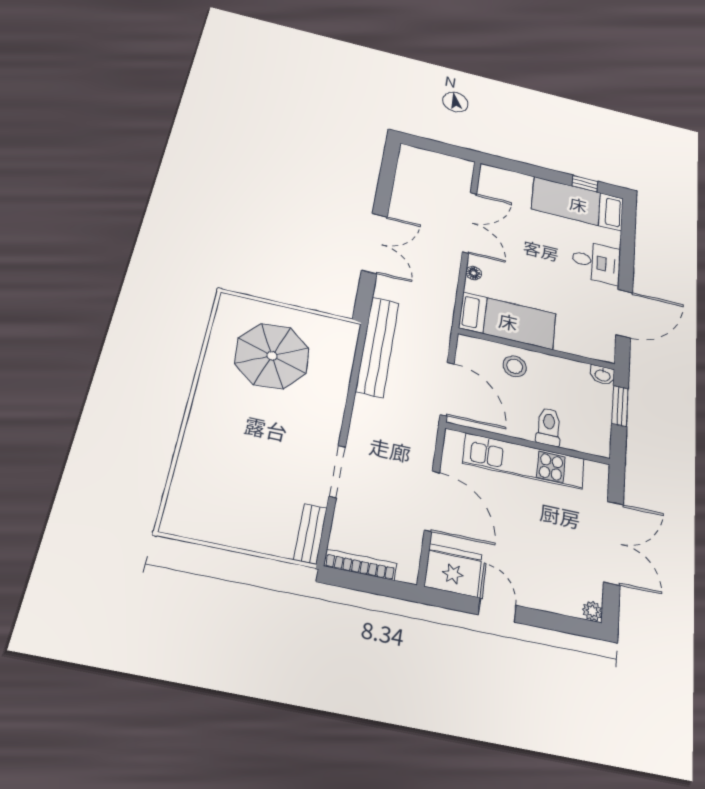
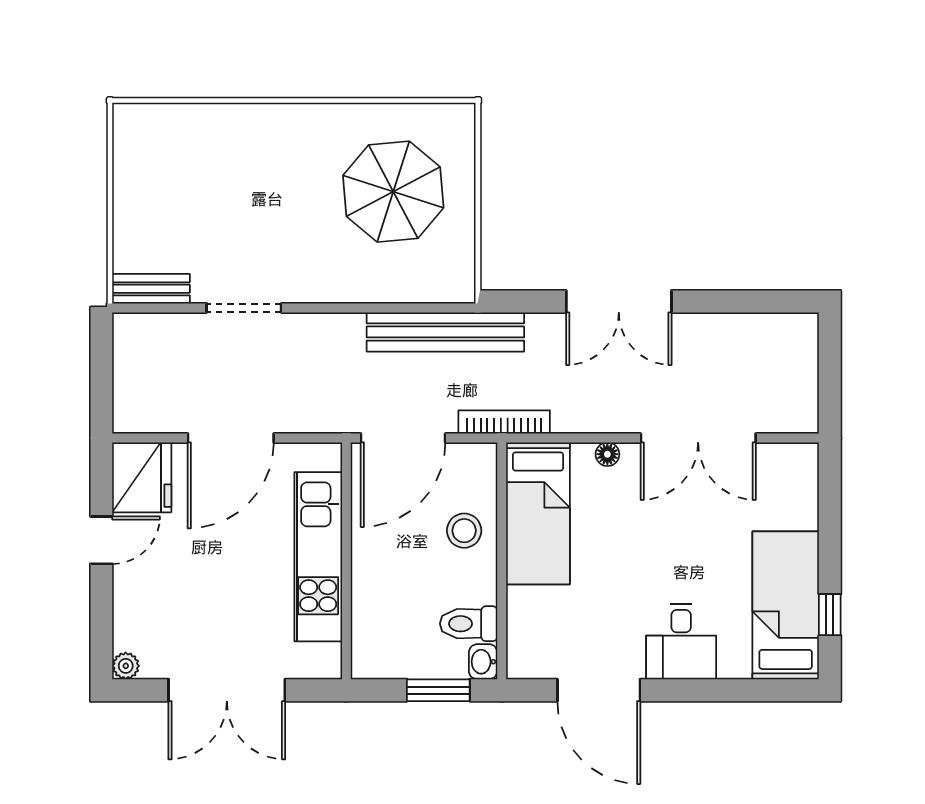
toilet: (549, 427) -> (469, 624), moved, turned 180
bookcase: (360, 565) -> (504, 422), moved, turned -90

